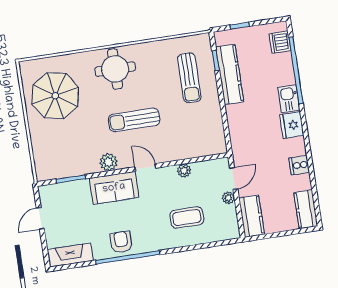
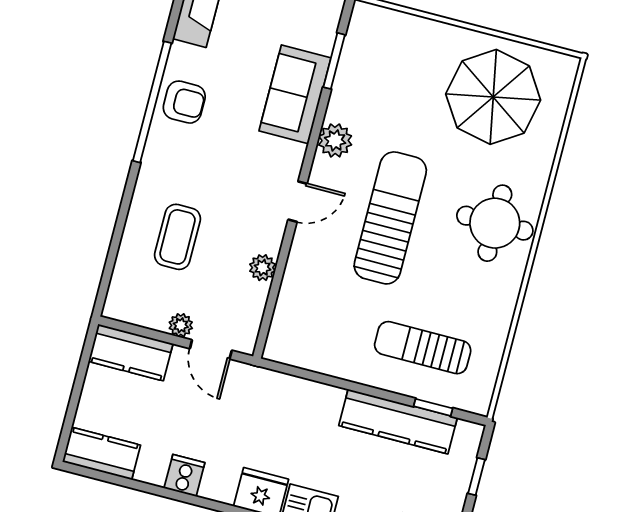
sun lounger: (134, 120) -> (390, 218), width x1.36, depth x1.34
sofa: (114, 188) -> (295, 94), moved

